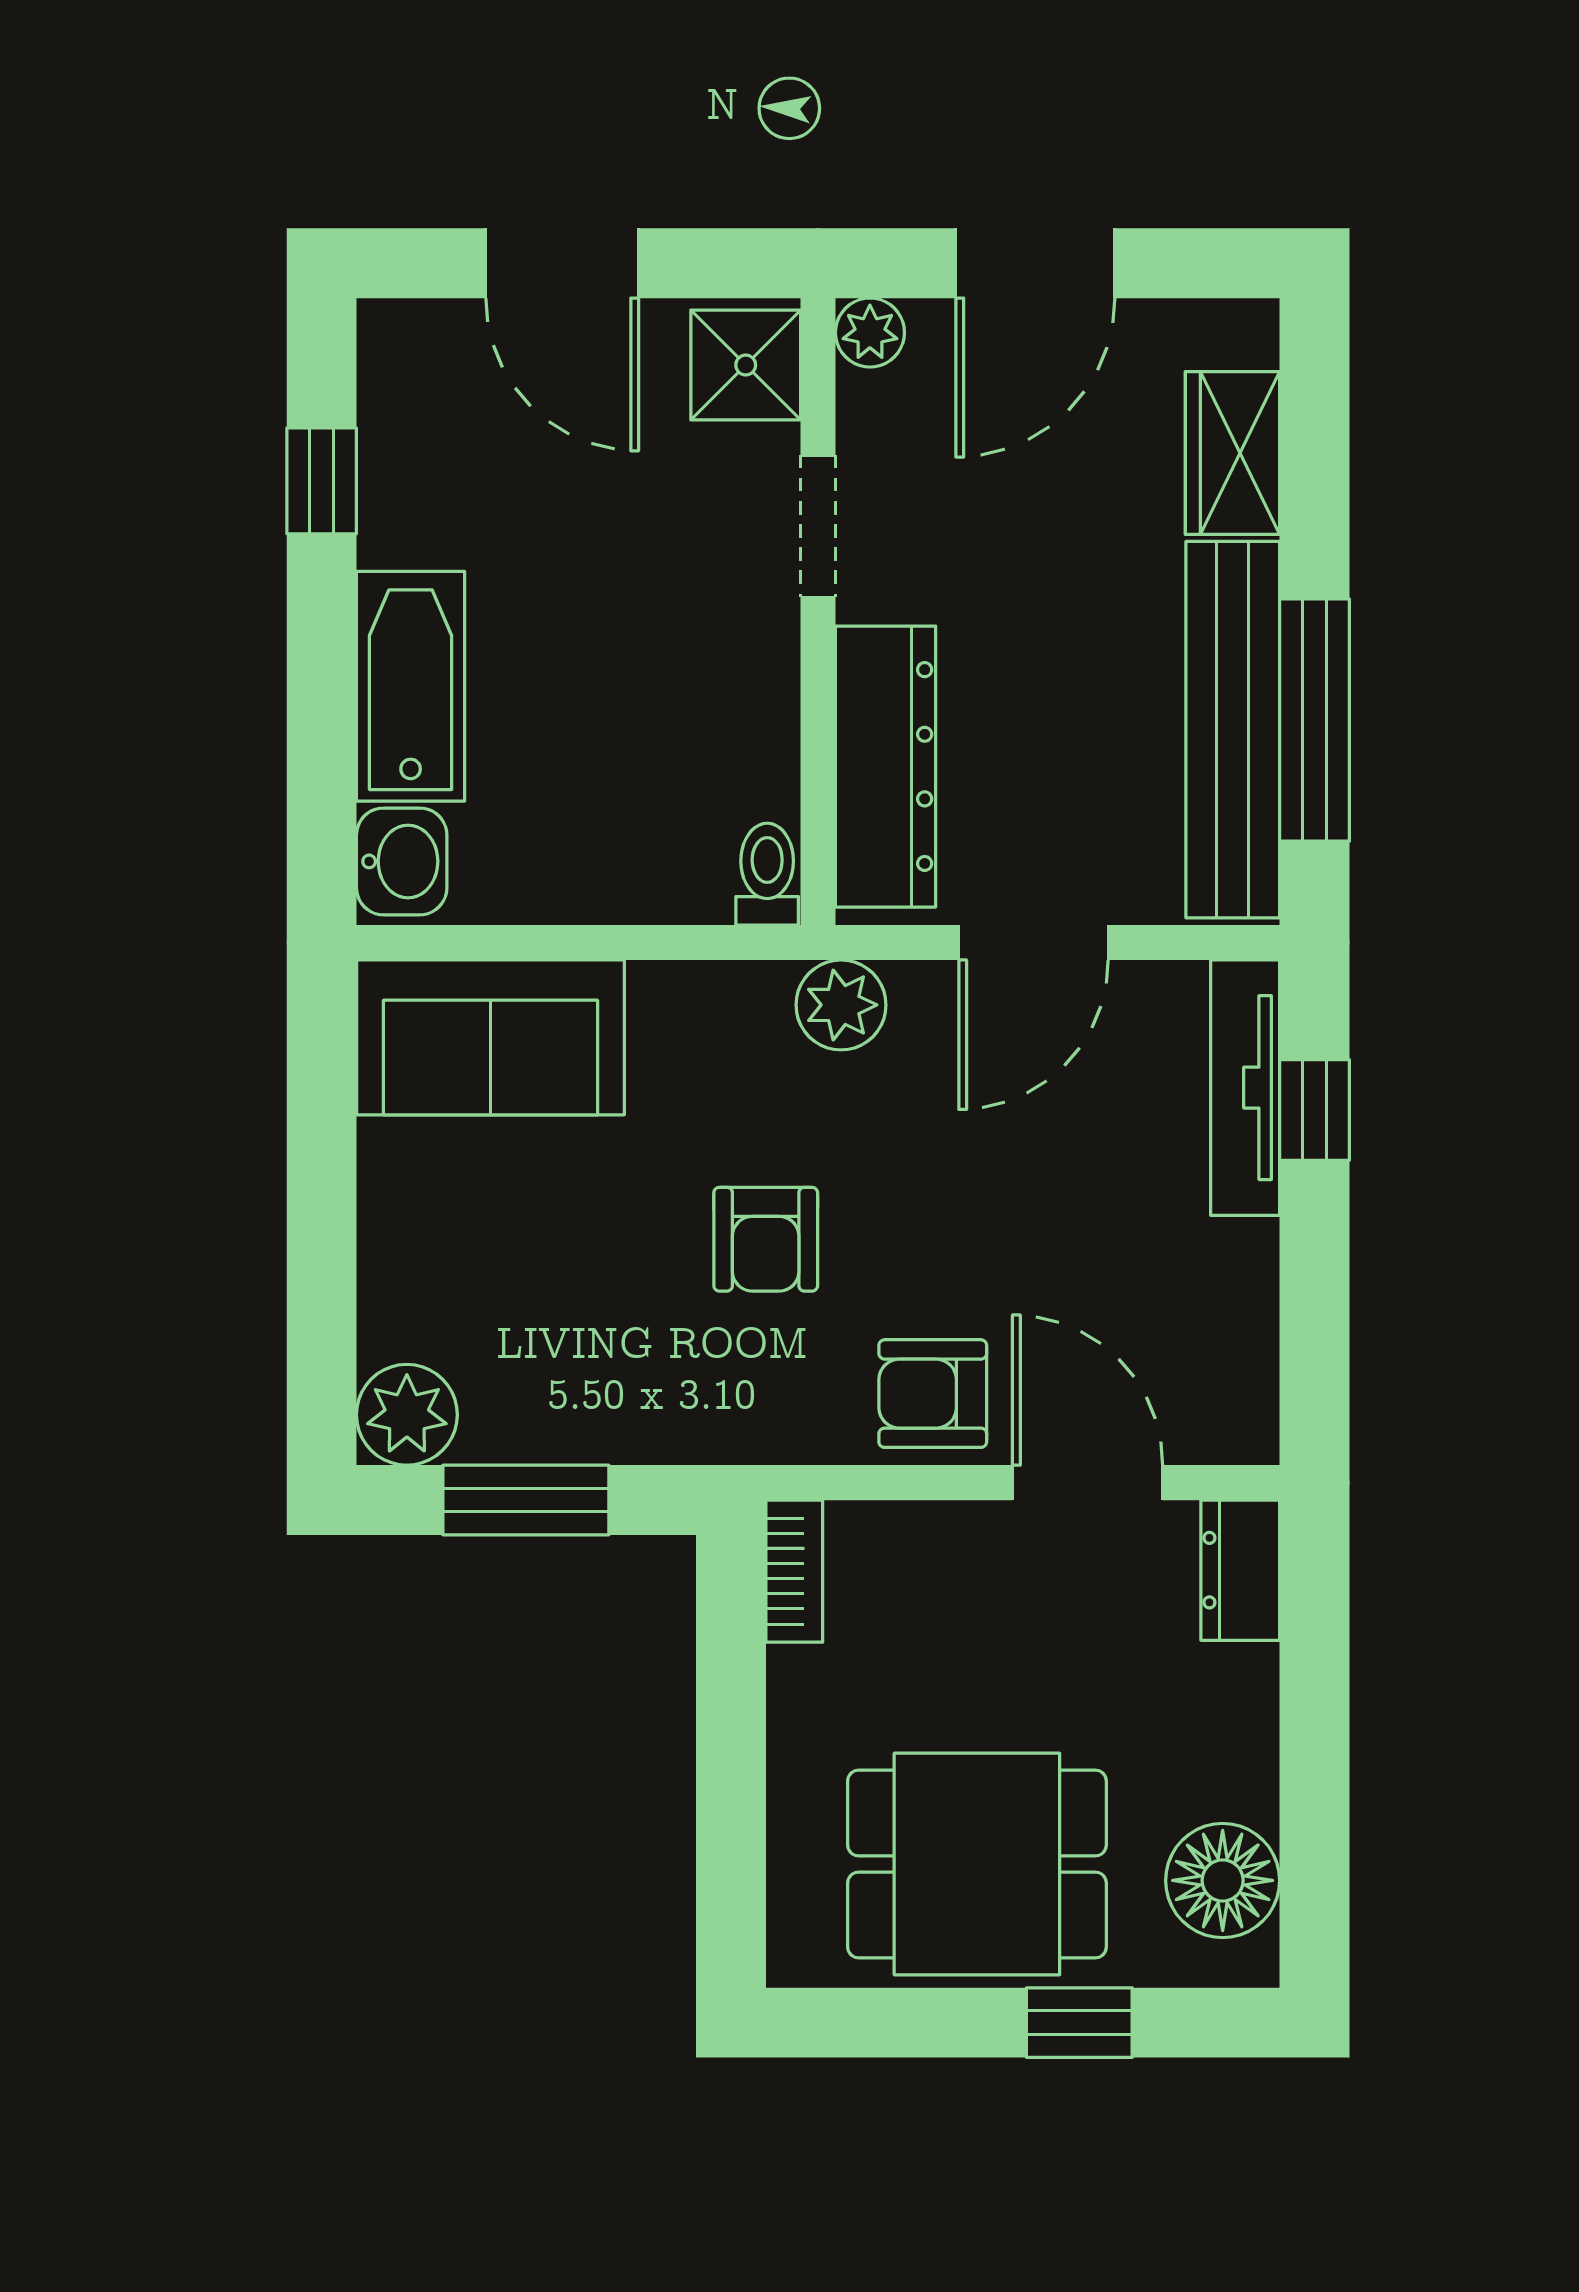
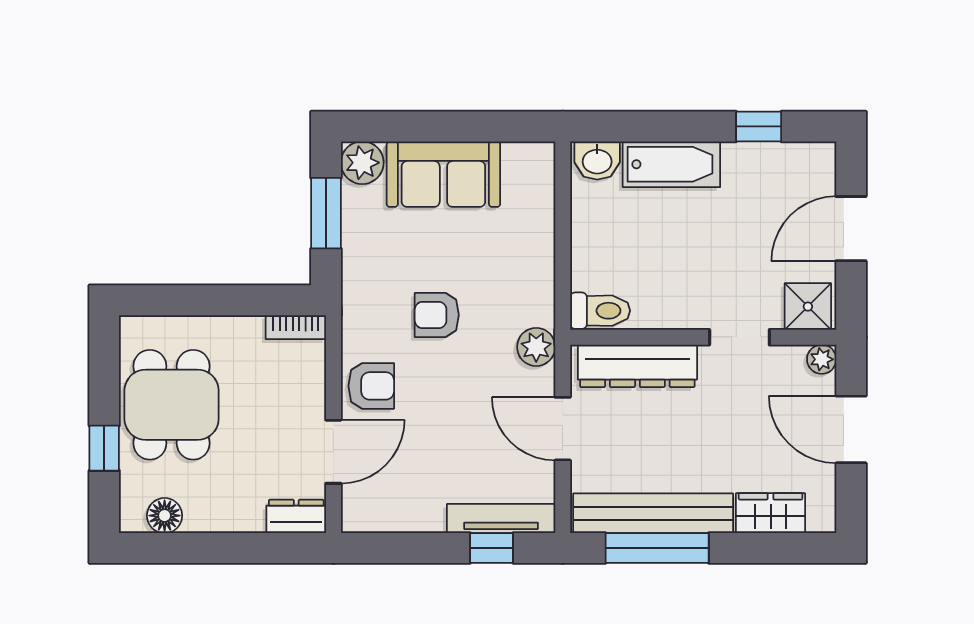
toilet: (767, 874) -> (600, 311), width x1.37, depth x1.39
sofa: (491, 1037) -> (443, 174), moved, turned -90
armchair: (933, 1394) -> (371, 386), turned 90
floor lamp: (1223, 1880) -> (165, 516), width x0.73, depth x0.73

